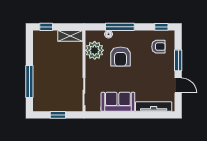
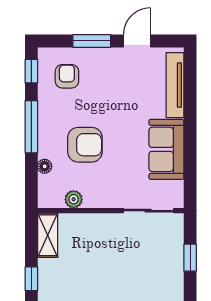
window: (120, 27) -> (31, 127), moved
plant: (95, 50) -> (74, 199), width x0.53, depth x0.53

